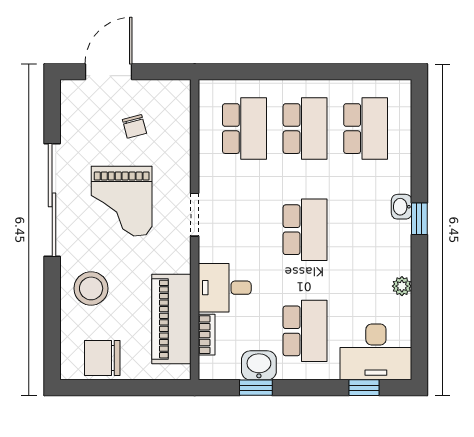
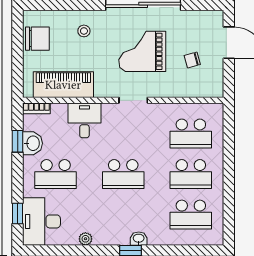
stool: (91, 288) -> (84, 31), width x0.53, depth x0.53
bookcase: (207, 335) -> (36, 108), moved
chair: (102, 358) -> (37, 39), turned 90

